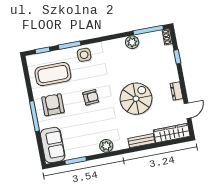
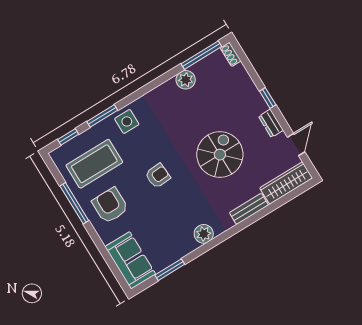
window: (177, 57) -> (268, 98), moved
window: (34, 116) -> (74, 203), moved

